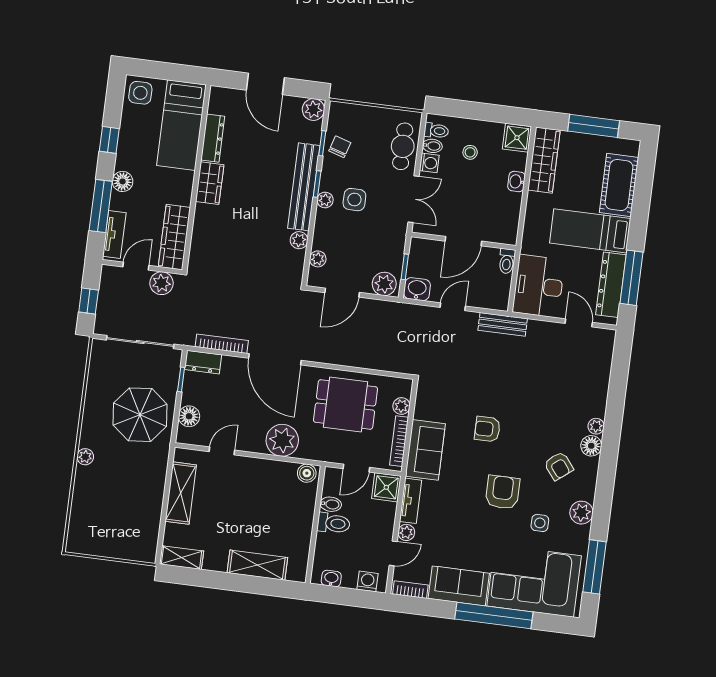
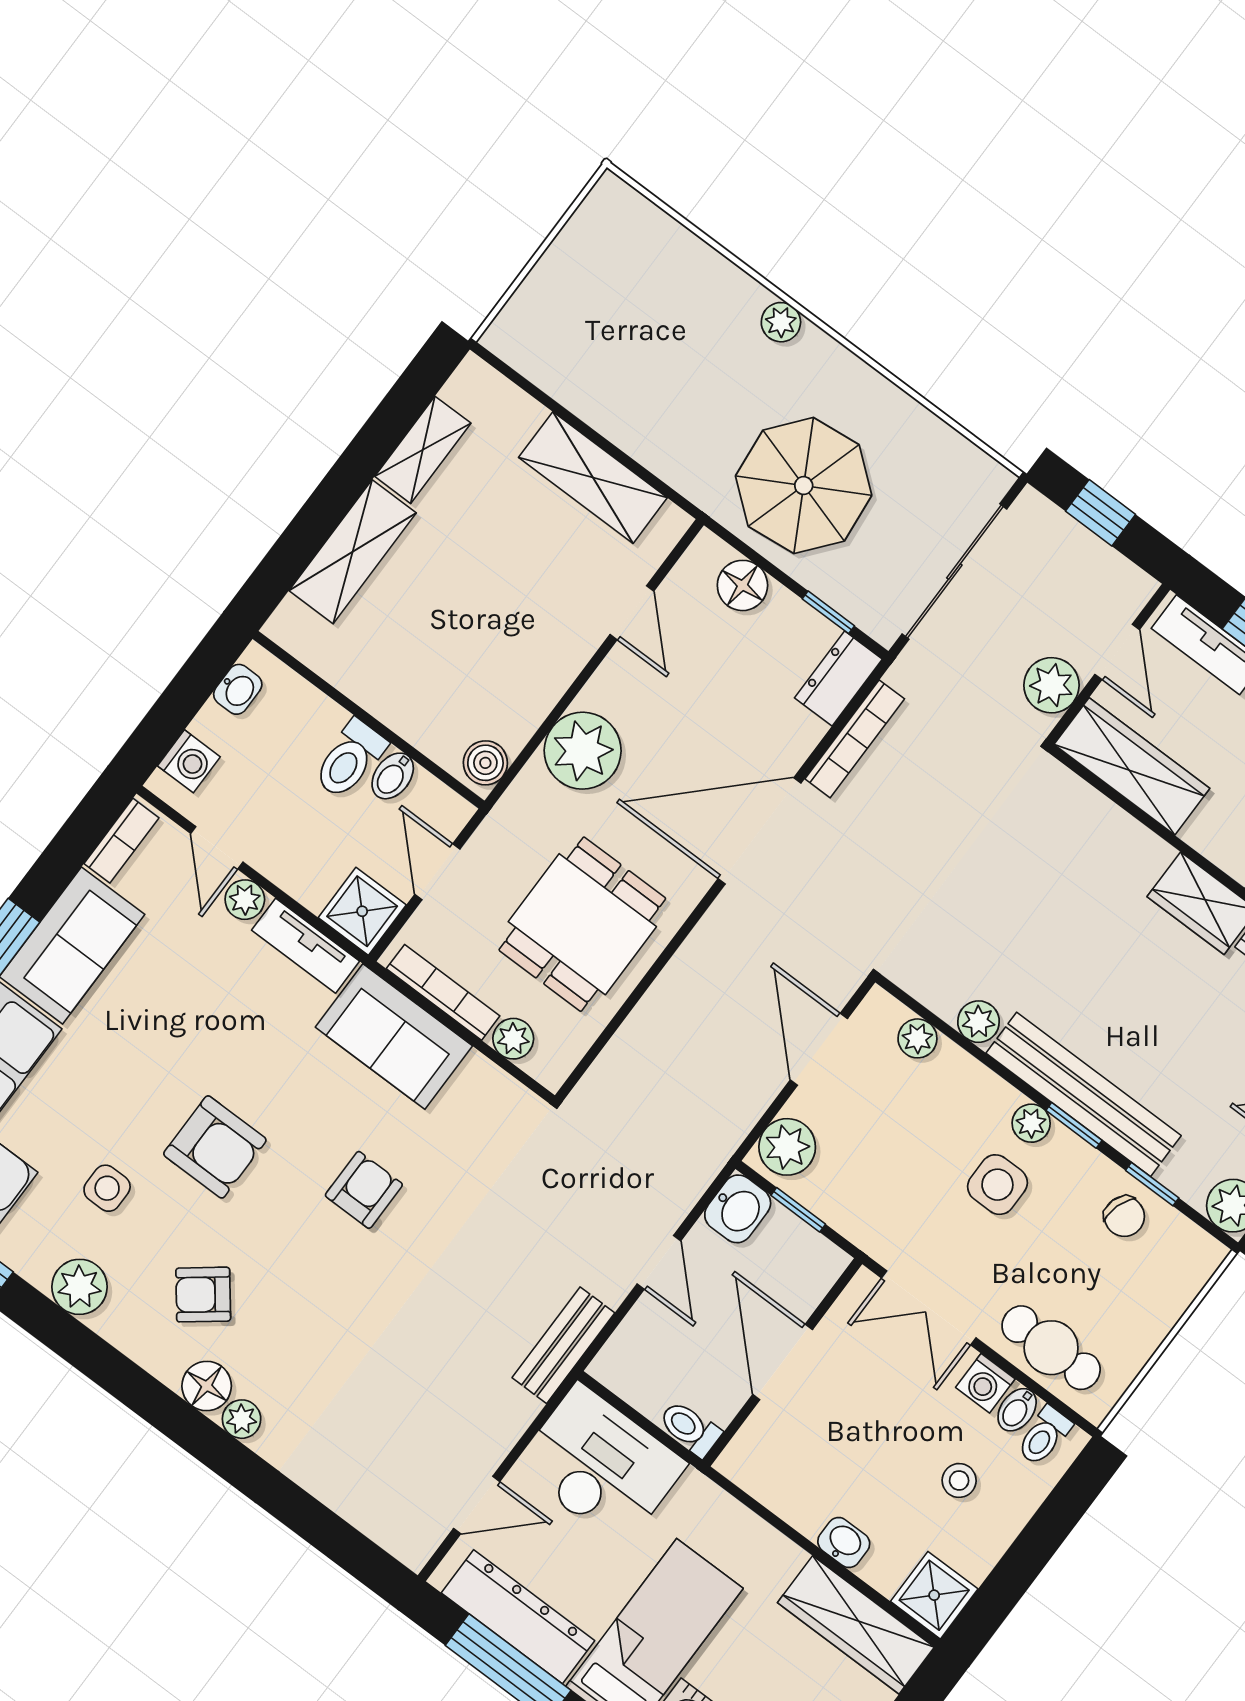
shelving: (182, 558) -> (423, 450), moved

